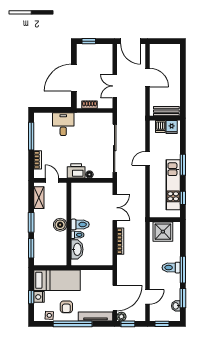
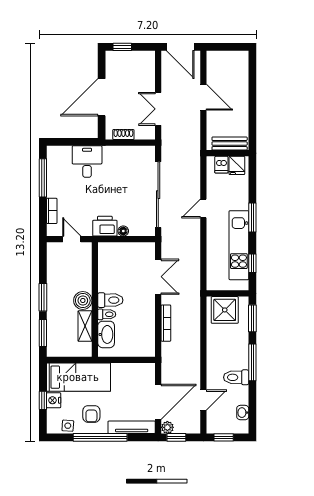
shelving: (39, 198) -> (85, 326), moved
toilet: (171, 268) -> (236, 377), moved
window: (183, 298) -> (252, 318), moved

